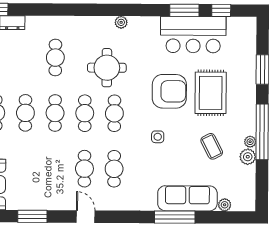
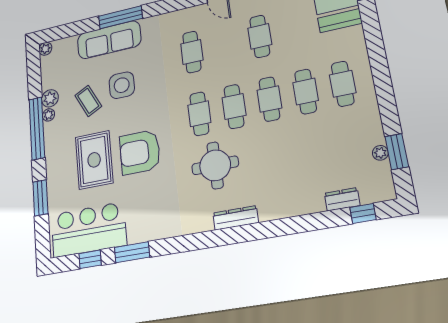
plant: (121, 22) -> (205, 224), removed
dresser: (96, 23) -> (236, 218), added
bar counter: (193, 35) -> (89, 230), moved
cafe table: (55, 58) -> (280, 165), removed
side table: (158, 137) -> (122, 85), moved, width x1.87, depth x1.87
cafe table: (84, 169) -> (260, 36), moved
plant: (225, 205) -> (45, 49), moved

